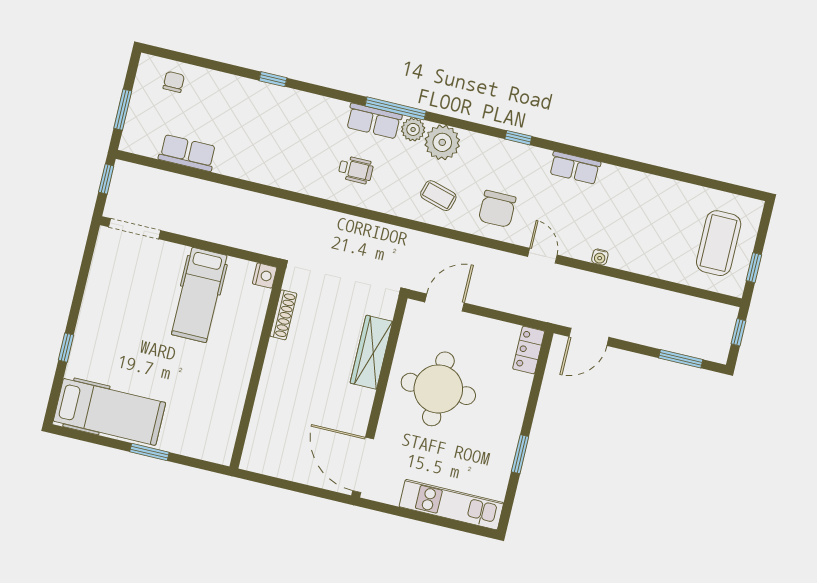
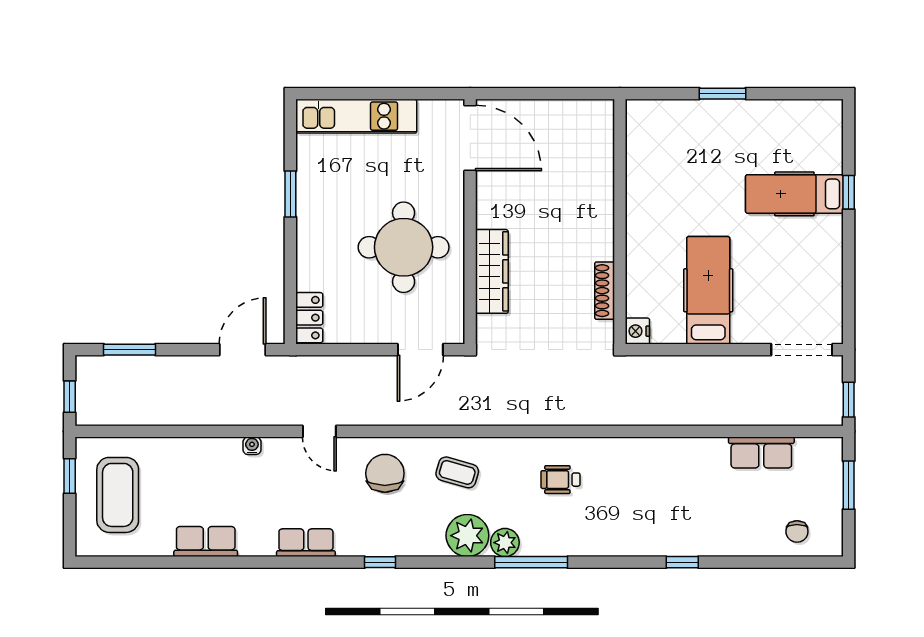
row of seats: (374, 121) -> (206, 542), moved
hospital bed: (109, 412) -> (794, 194), moved, width x0.73, depth x0.78

